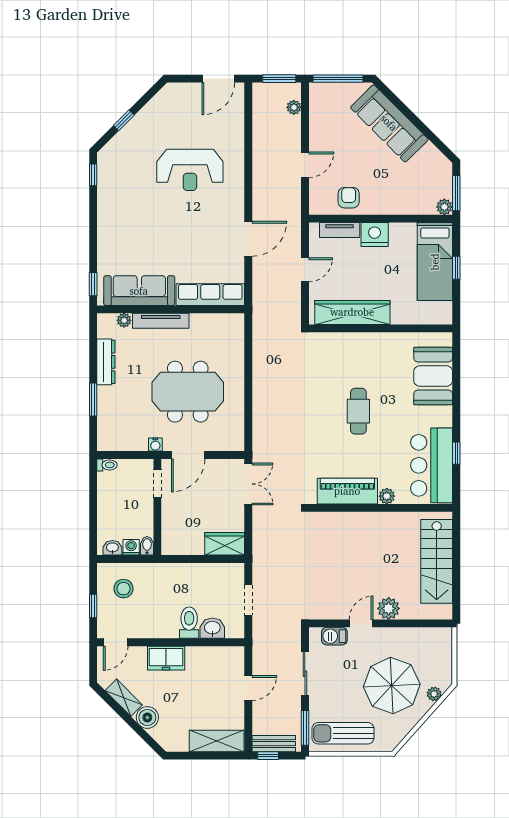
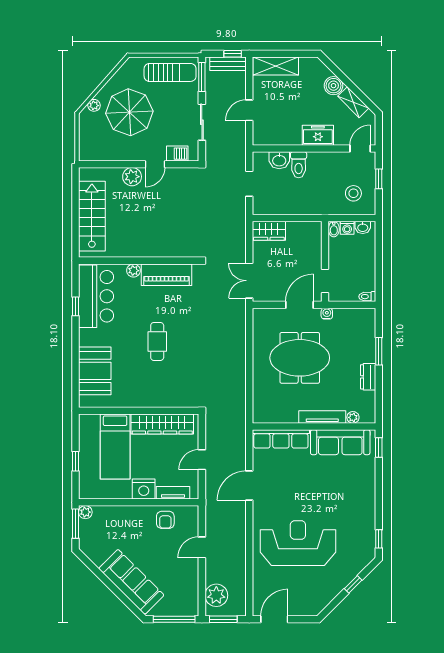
plant: (294, 107) -> (216, 595), width x1.88, depth x1.88
reception desk: (190, 170) -> (298, 543), width x1.36, depth x1.30
bed: (435, 262) -> (115, 447), moved, turned 180
dresser: (106, 362) -> (368, 377), width x0.70

